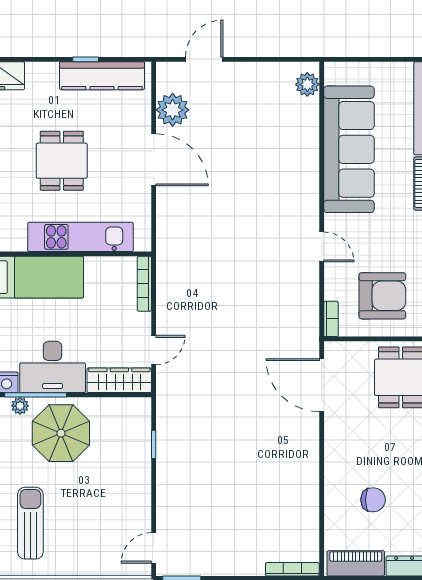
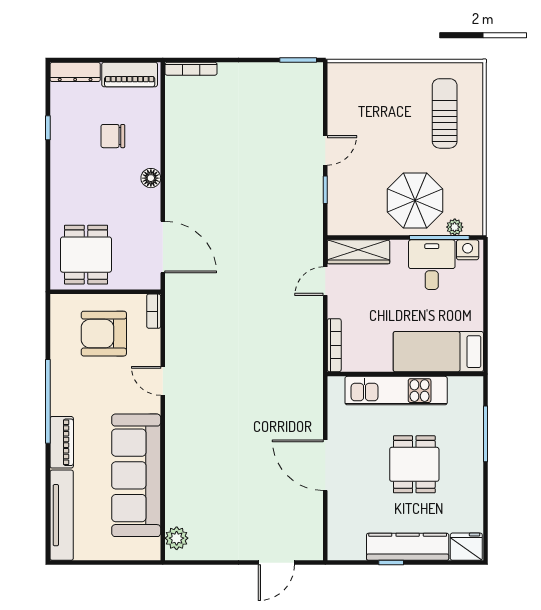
kitchen counter: (102, 76) -> (408, 547), moved
plant: (173, 110) -> (307, 514), removed
desk: (53, 367) -> (432, 265), width x0.73
floor lamp: (334, 456) -> (151, 178), added
sun lounger: (30, 523) -> (445, 113), turned 180
door: (154, 548) -> (325, 150), moved

